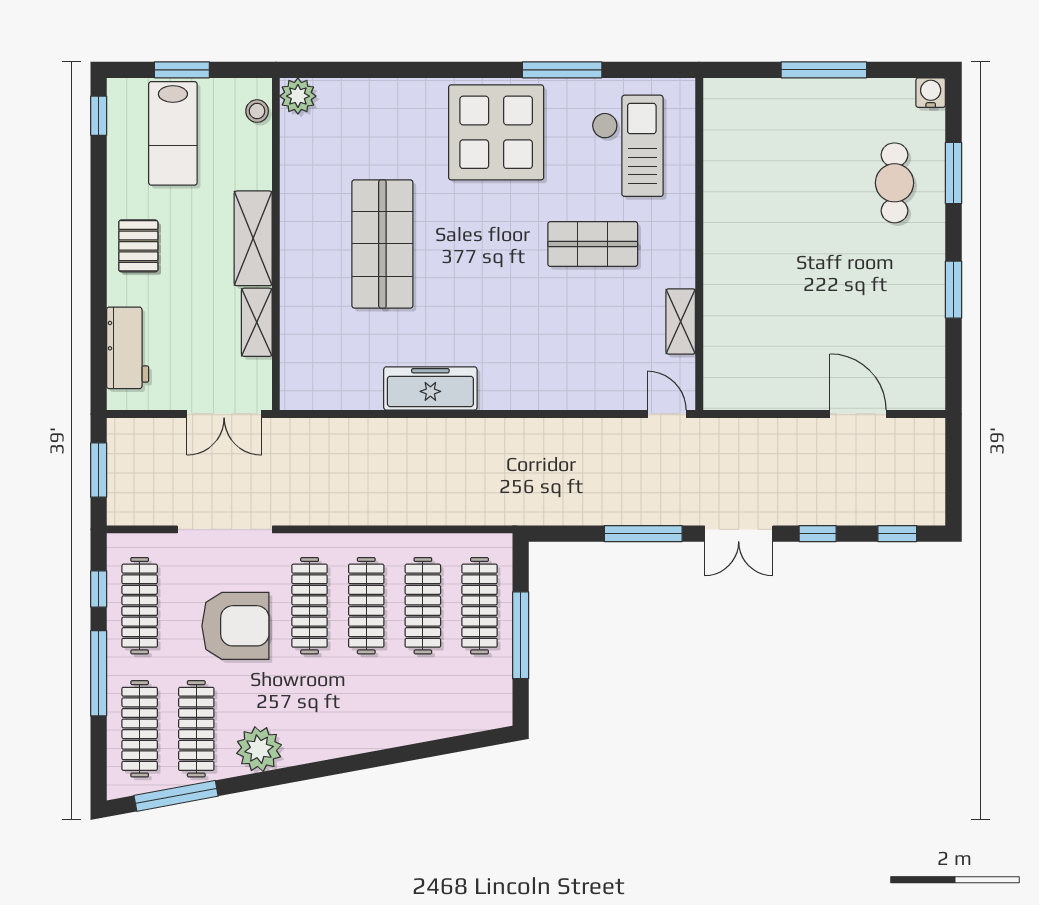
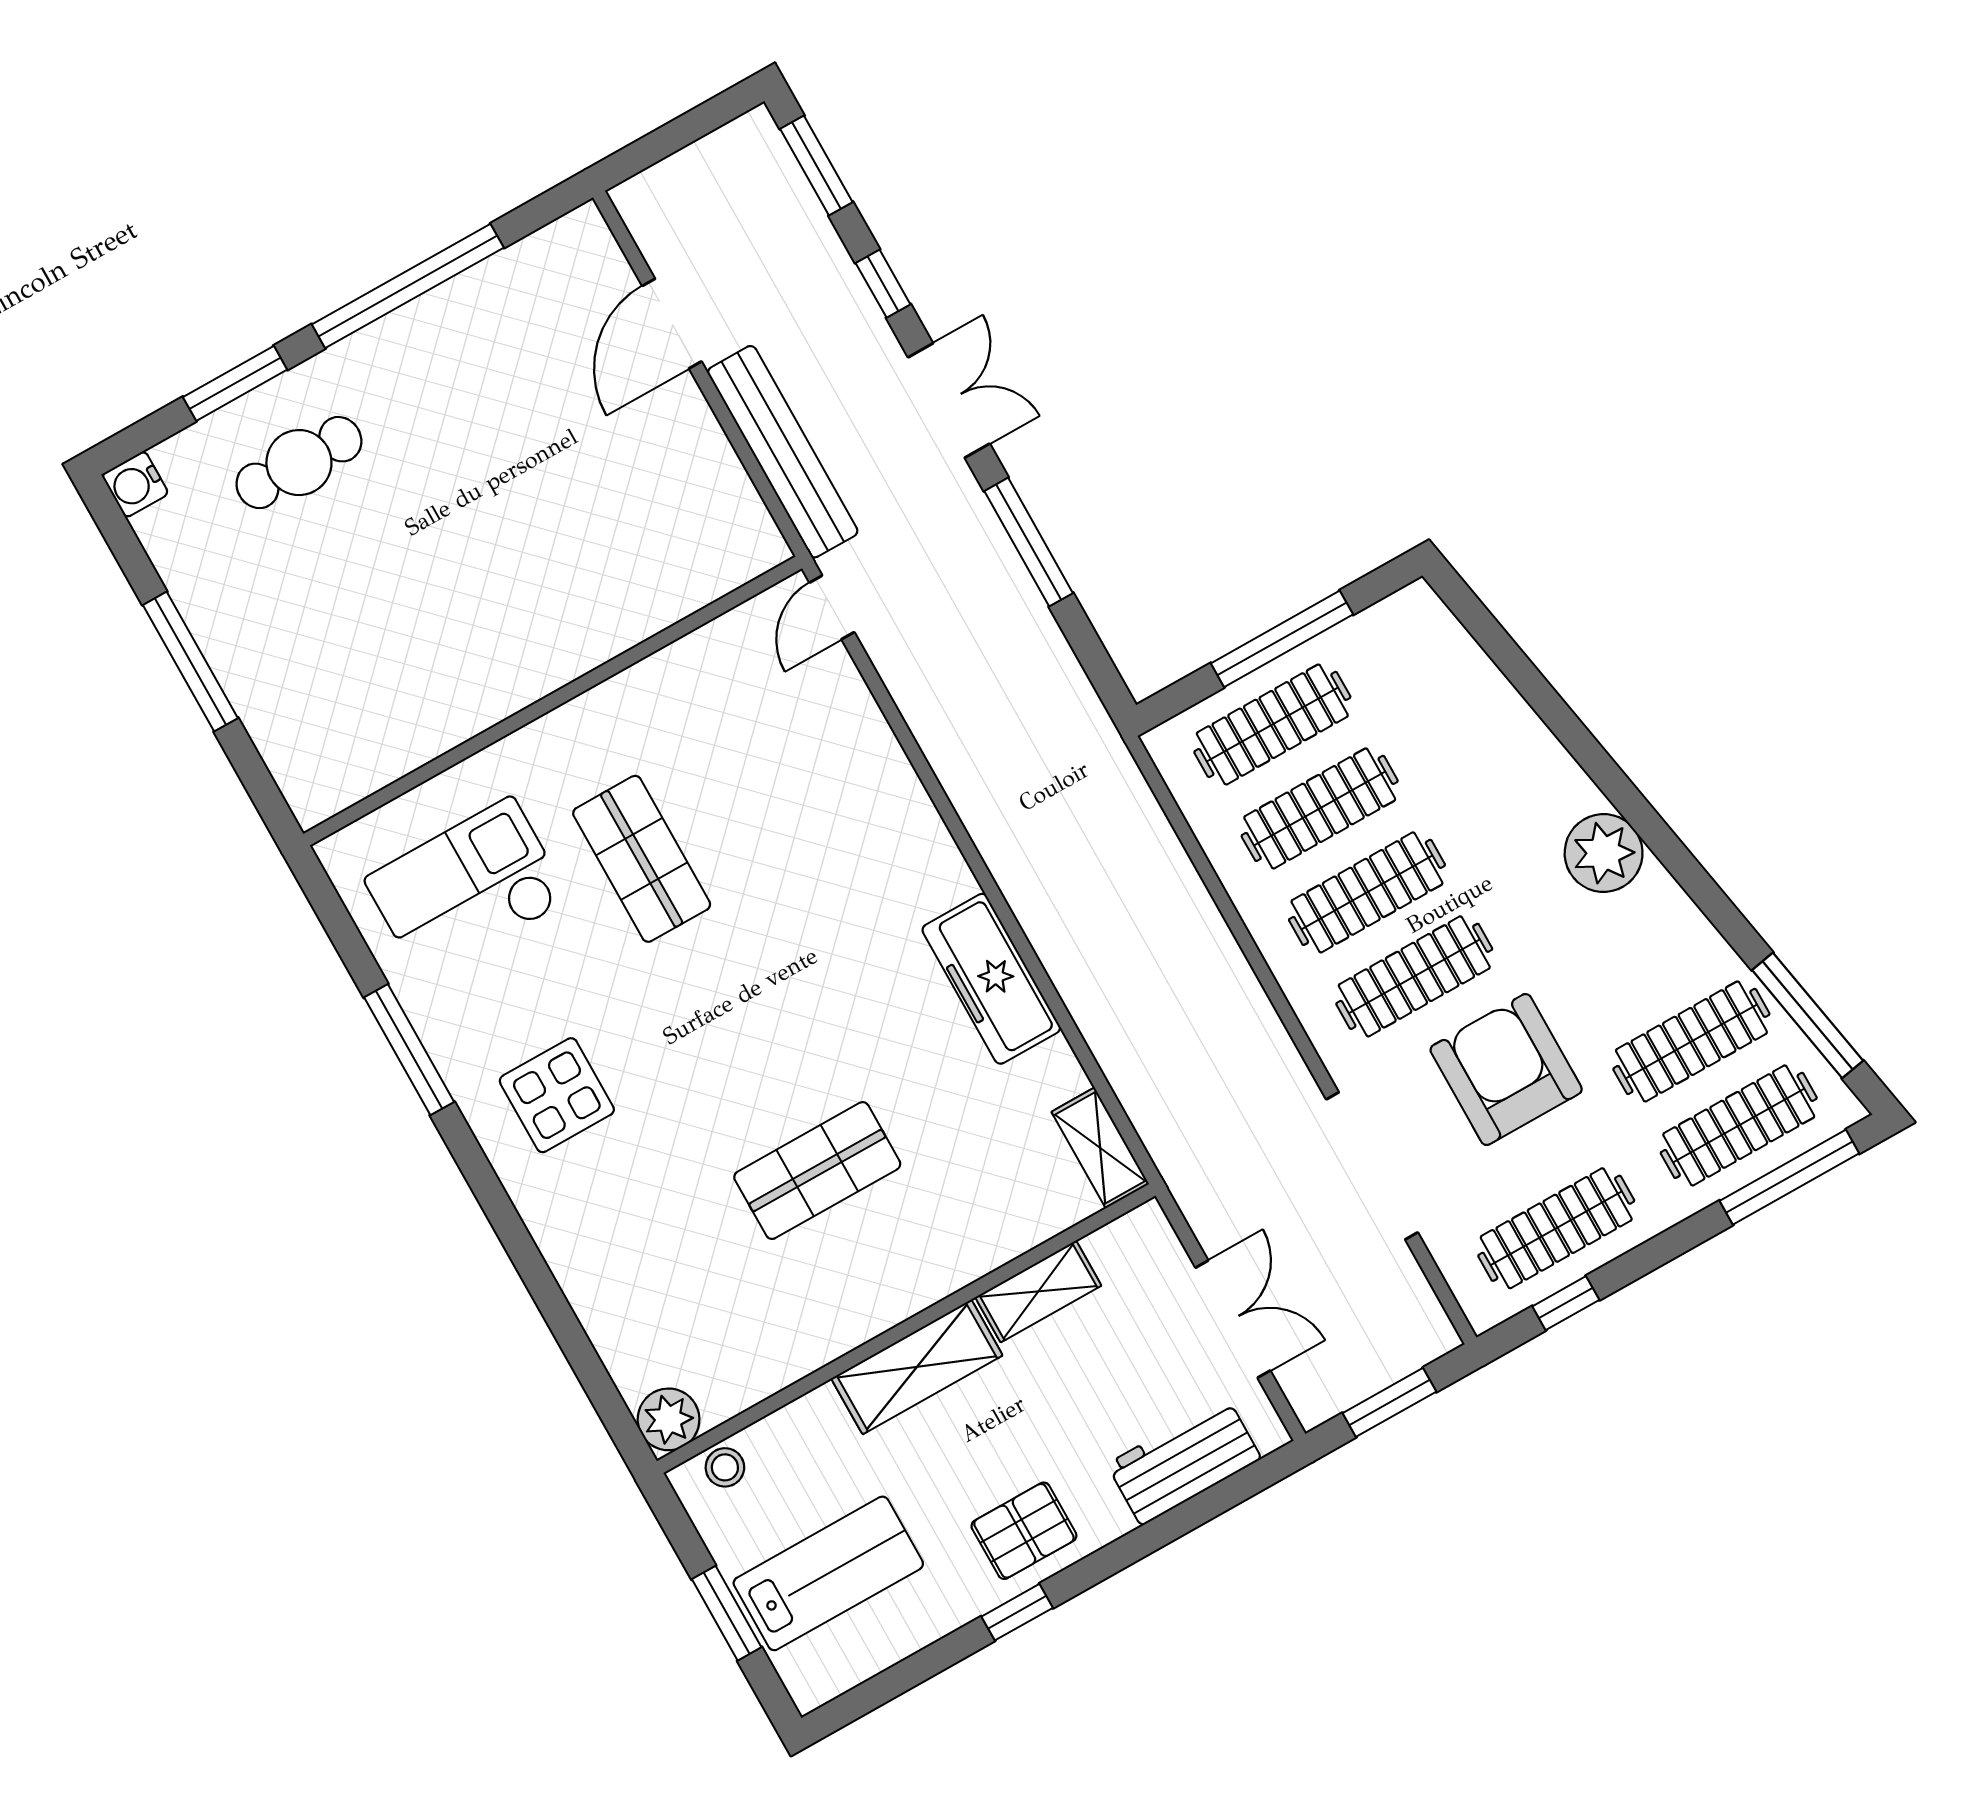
window: (99, 116) -> (1017, 1612), moved
display table: (496, 132) -> (557, 1095), width x0.54, depth x0.54
shop shelf: (382, 244) -> (817, 1171), width x0.70, depth x0.74
window: (953, 290) -> (408, 286), width x2.11
shelving: (681, 321) -> (1100, 1148), moved, turned 90
double door: (224, 414) -> (1233, 1319), moved
bench: (760, 434) -> (783, 452), added
window: (897, 534) -> (816, 166), width x1.50
window: (99, 673) -> (1789, 1177), moved
plant: (259, 749) -> (1604, 853), moved

